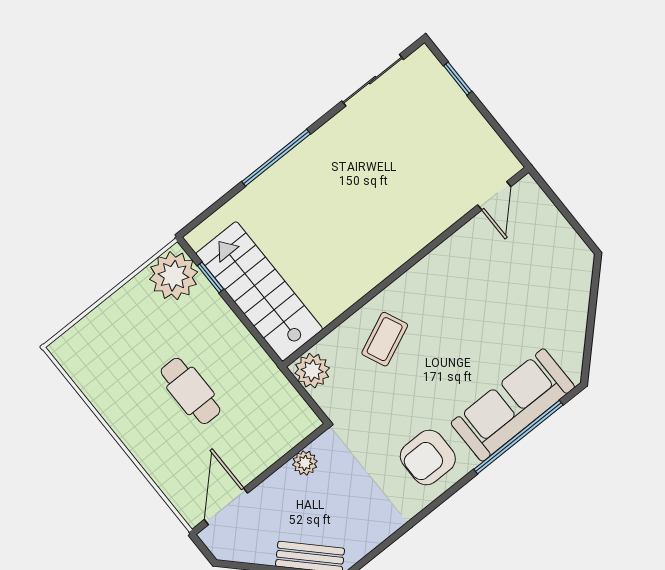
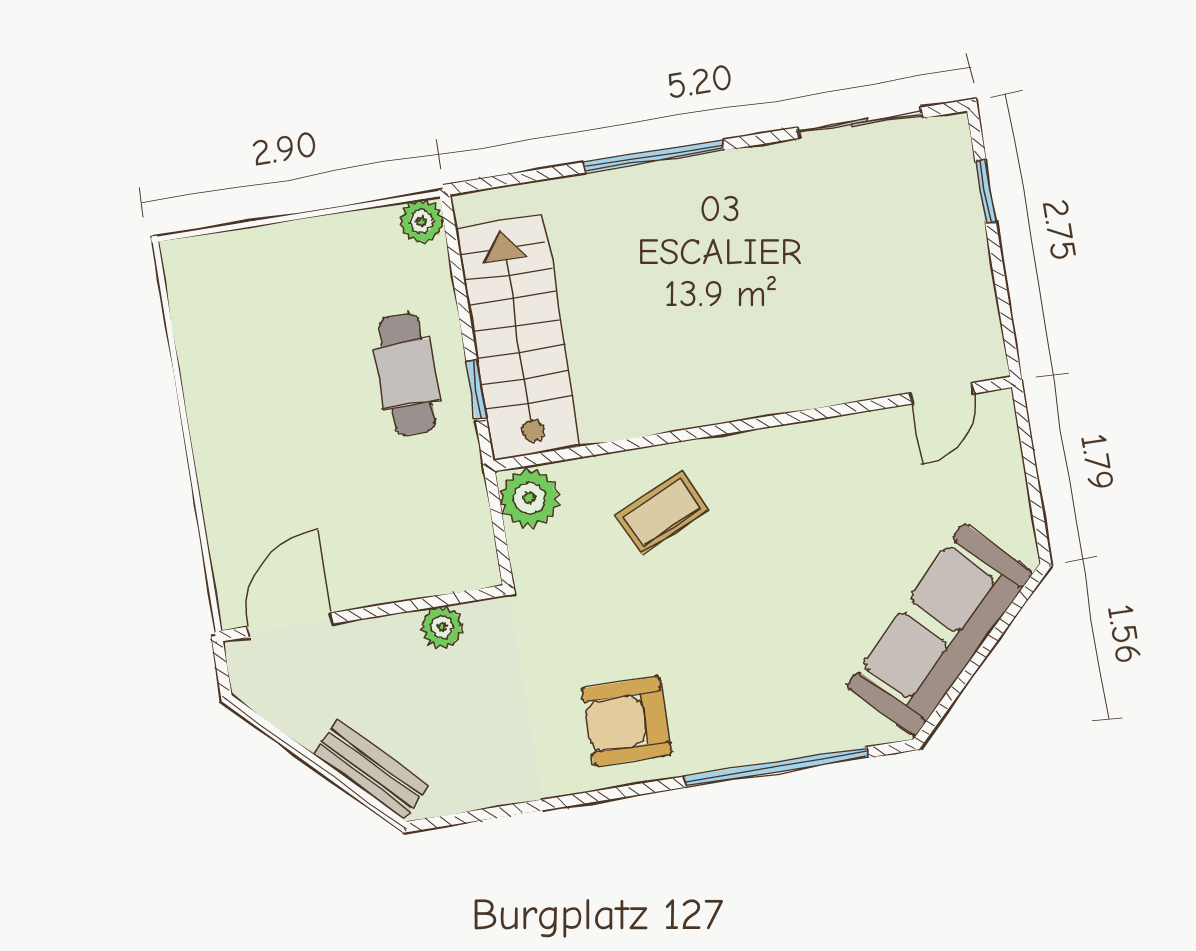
plant: (174, 276) -> (421, 221), width x0.53, depth x0.53
window: (210, 277) -> (476, 390), moved
cafe table: (190, 391) -> (407, 374), moved
sofa: (513, 405) -> (939, 630), moved, turned -45

